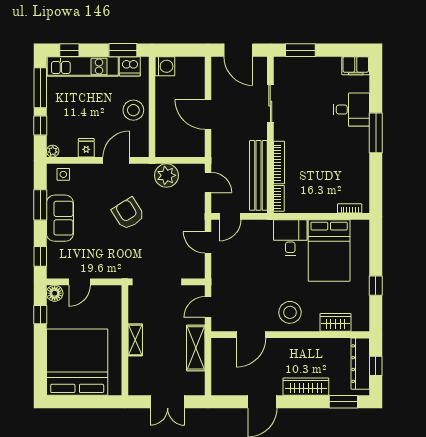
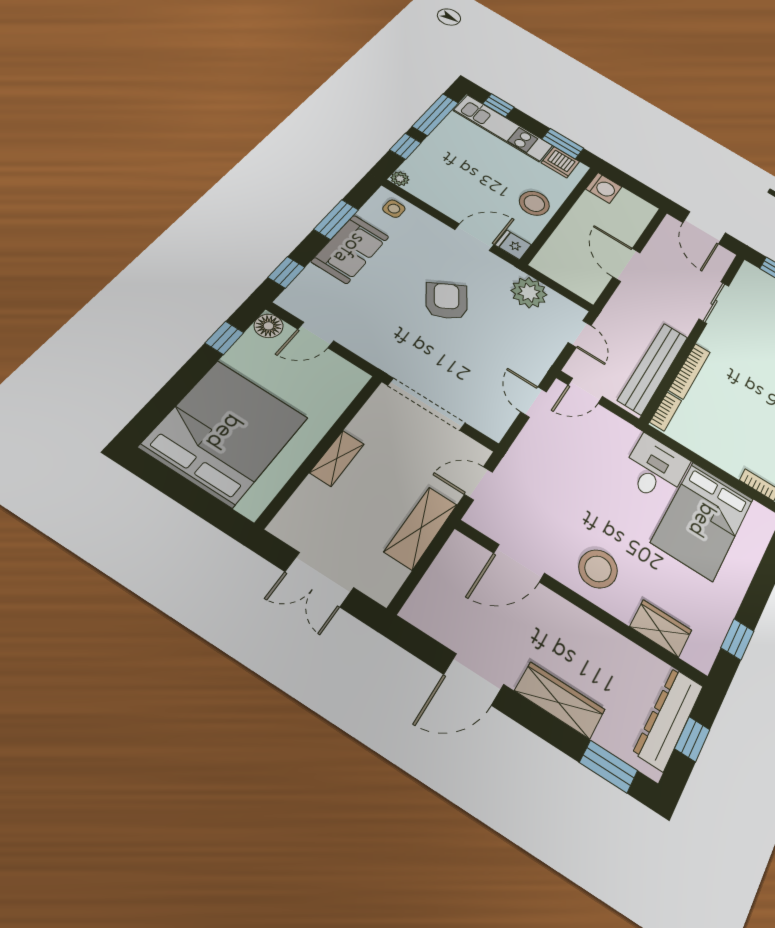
fridge: (86, 148) -> (513, 245), moved, turned -90
window: (376, 286) -> (737, 639), moved

